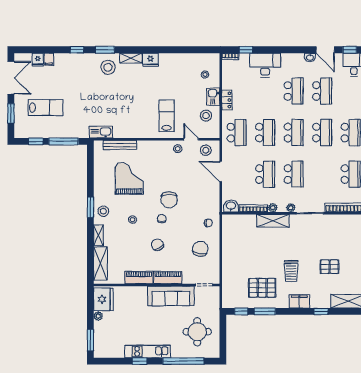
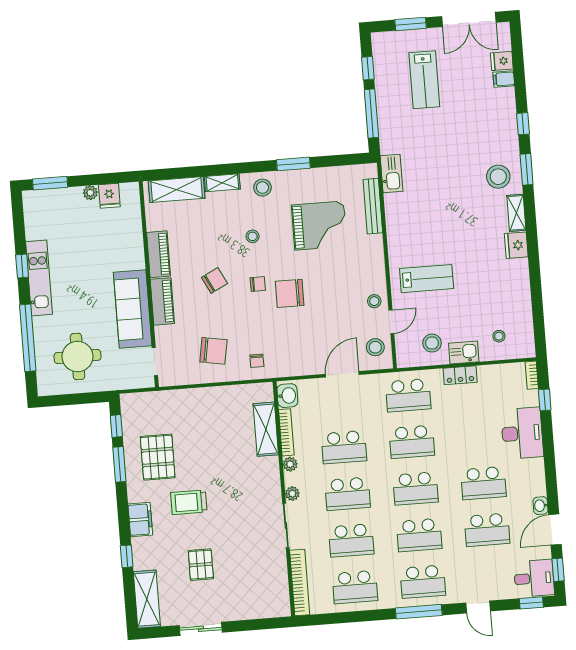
school desk: (322, 174) -> (351, 540), added
window: (90, 207) -> (293, 164), moved
shelving: (273, 221) -> (266, 429), moved
fridge: (103, 299) -> (109, 196), width x0.53, depth x0.75

